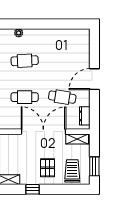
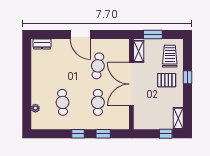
dresser: (85, 116) -> (42, 44), moved
window: (94, 166) -> (153, 35), moved
trolley: (72, 171) -> (170, 56), turned 90
window: (33, 189) -> (188, 77), moved

